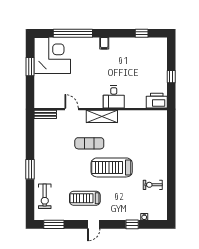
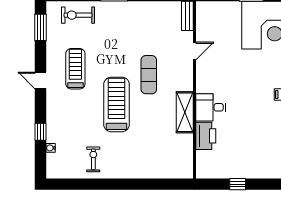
printer: (157, 101) -> (206, 136), moved
shelving: (102, 116) -> (185, 112), moved

